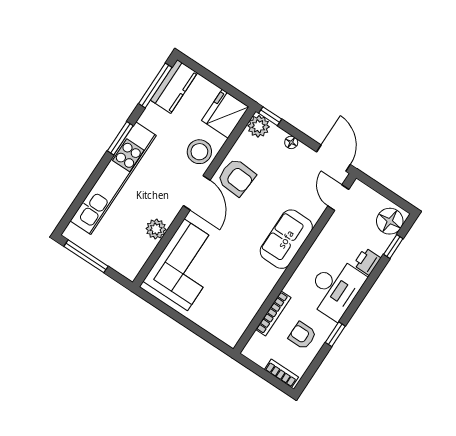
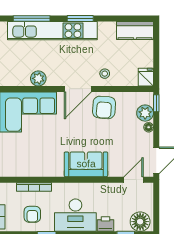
window: (155, 85) -> (32, 18), moved
fridge: (225, 114) -> (146, 77), width x0.53, depth x0.75
plant: (259, 126) -> (145, 113), moved
stool: (199, 152) -> (105, 74), width x0.53, depth x0.53
armchair: (302, 335) -> (32, 214), turned 180

